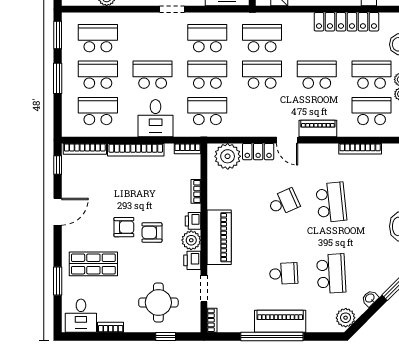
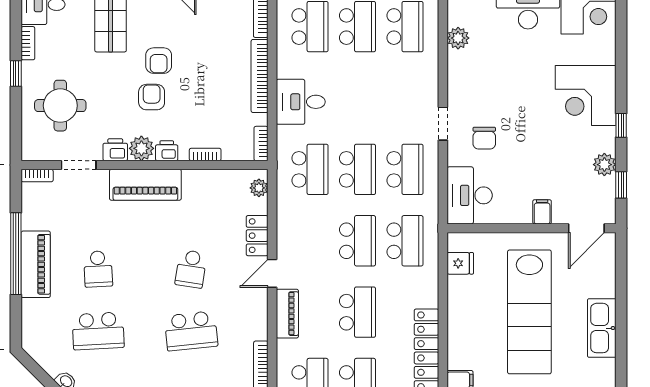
school desk: (153, 75) -> (358, 98), removed
plant: (228, 156) -> (259, 188), width x0.53, depth x0.53
school desk: (284, 202) -> (191, 269), turned 33
plant: (346, 318) -> (40, 350), removed
window: (166, 337) -> (16, 73), moved

